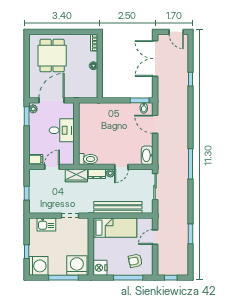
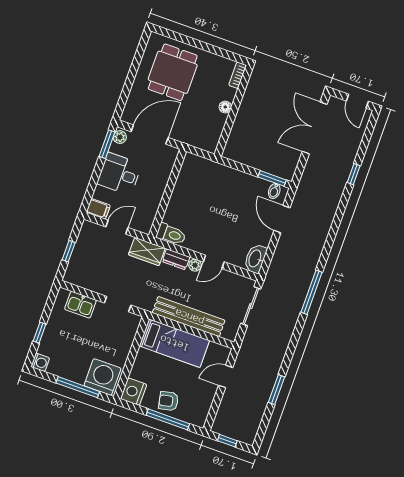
desk: (62, 130) -> (119, 174), moved, turned 180
armchair: (135, 261) -> (169, 401), moved
washing machine: (38, 266) -> (40, 362), width x0.53, depth x0.53

